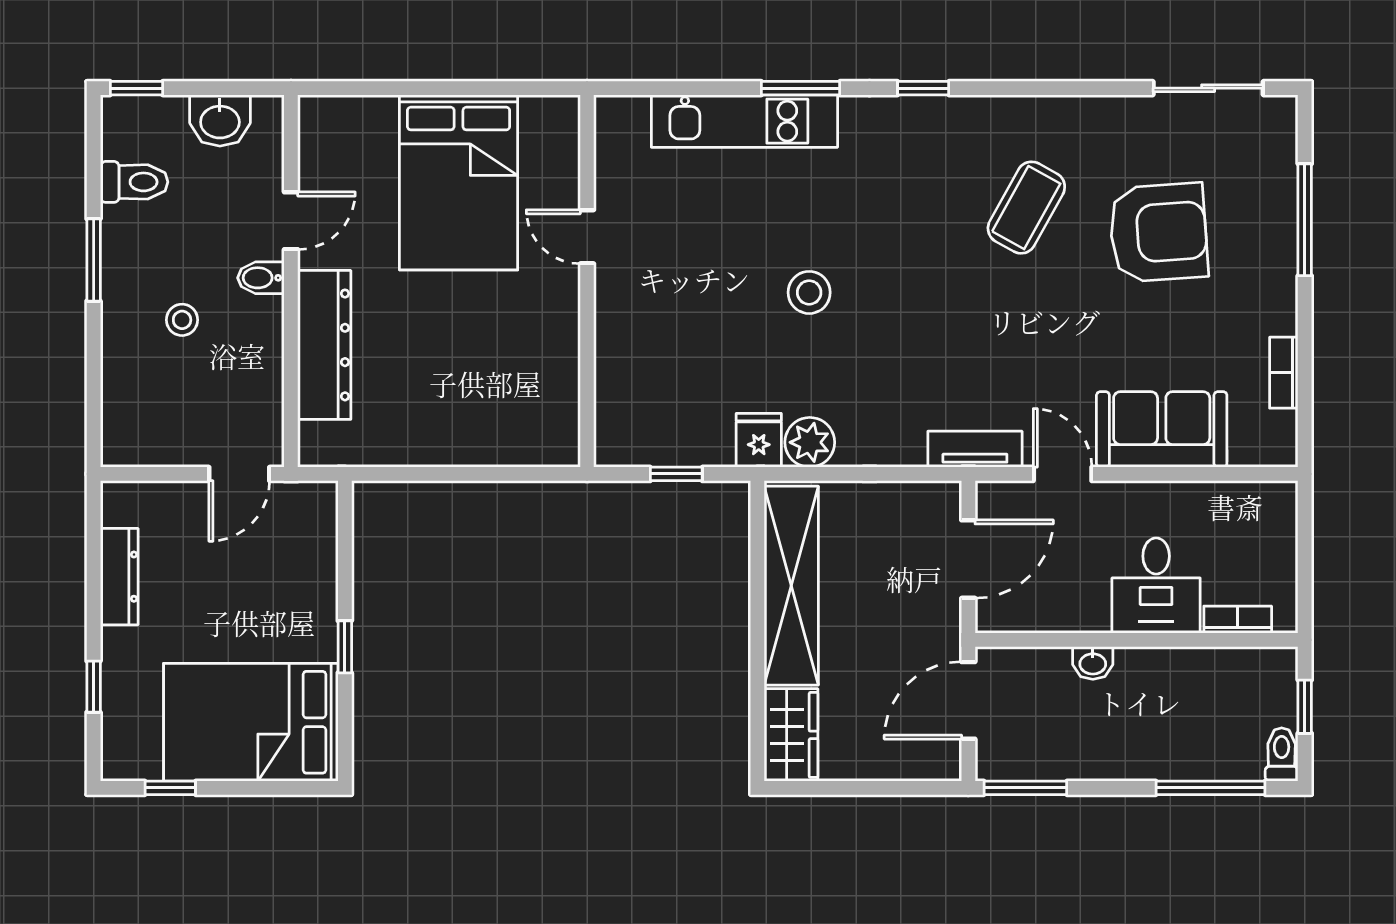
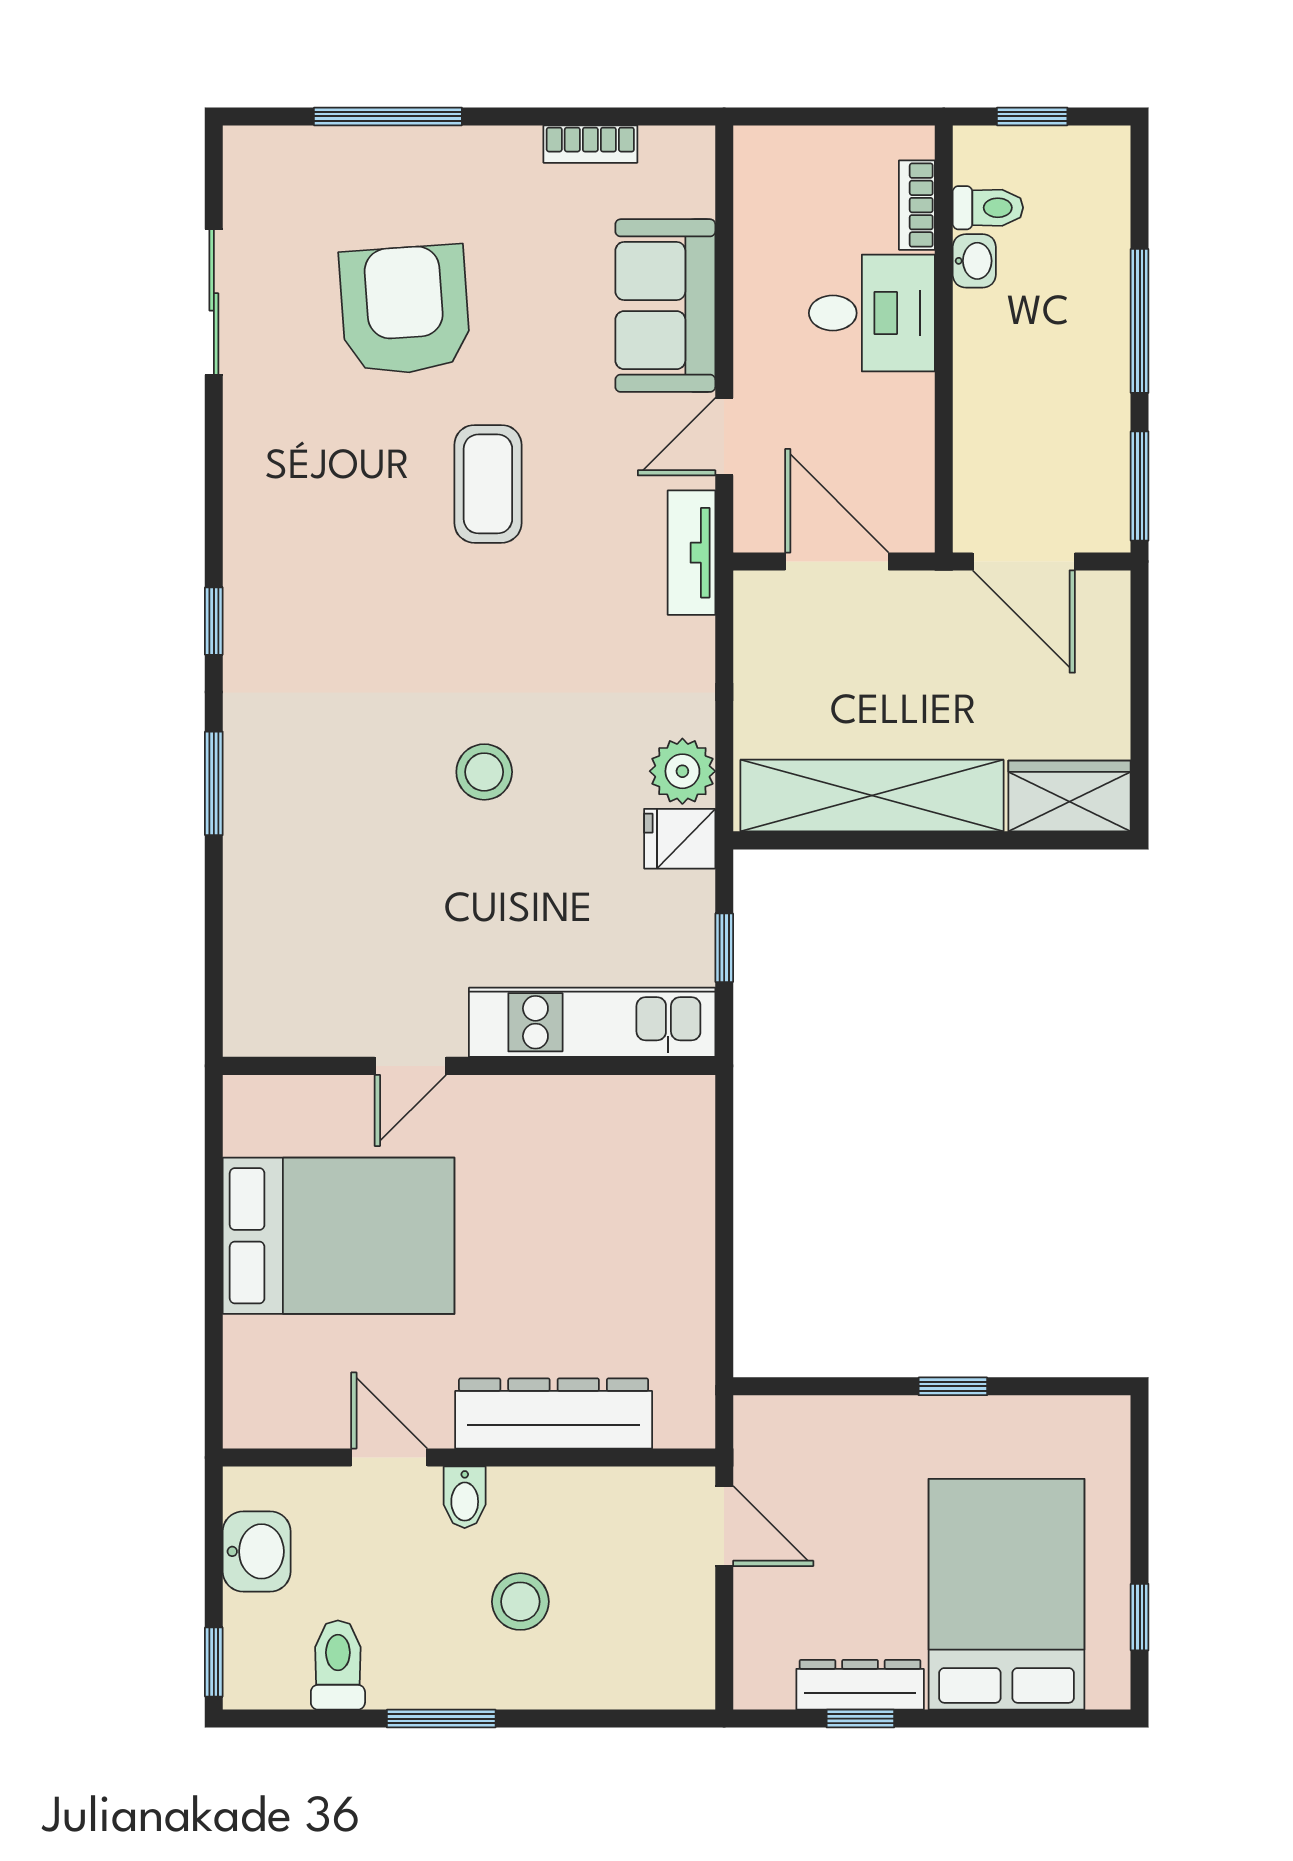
sliding door: (1208, 88) -> (214, 302), moved
kitchen unit: (744, 121) -> (592, 1022), moved, turned -90
coffee table: (1026, 208) -> (488, 484), moved, turned 61
stool: (182, 320) -> (520, 1602), width x1.37, depth x1.37
washbasin: (1093, 663) -> (974, 261), moved
window: (94, 687) -> (860, 1719), moved
bed: (251, 722) -> (1007, 1594), moved, turned 180
toilet: (1282, 754) -> (988, 208), moved, turned 180
window: (1211, 788) -> (1140, 321), moved

